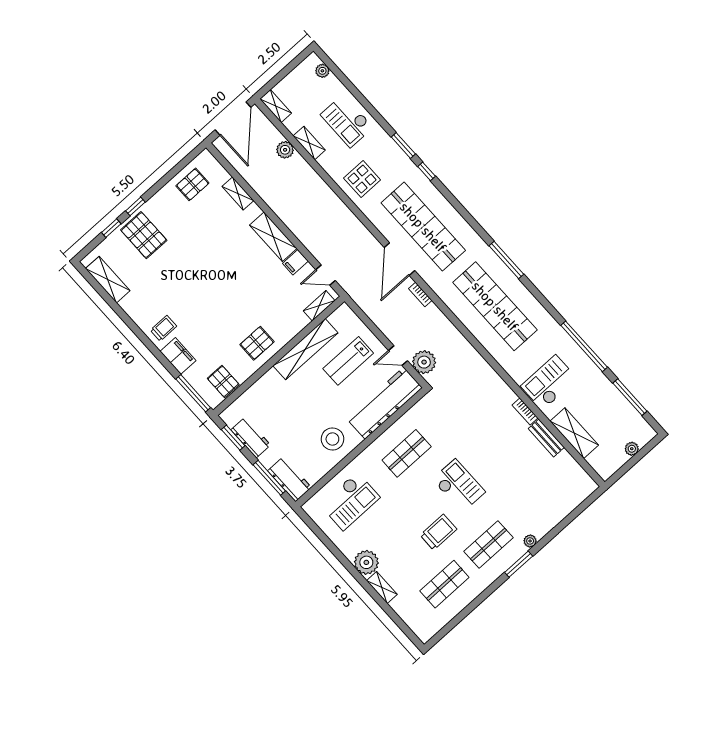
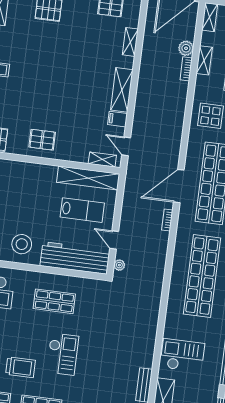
shelving: (305, 349) -> (88, 178), moved
lab bench: (348, 361) -> (82, 210), turned 180
plant: (424, 362) -> (119, 265), width x0.53, depth x0.53
bookcase: (525, 411) -> (186, 69), moved

